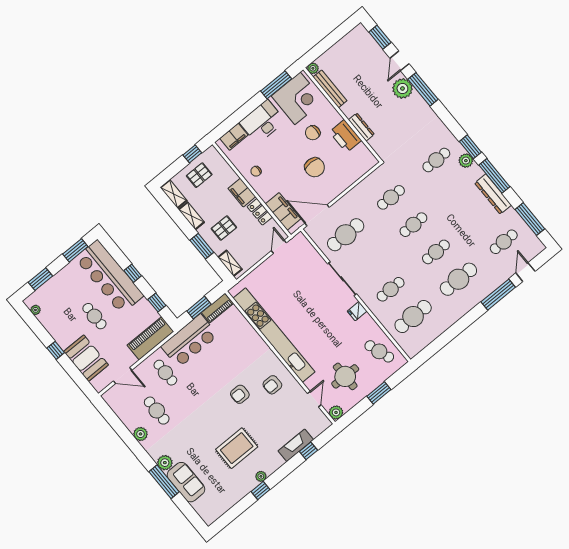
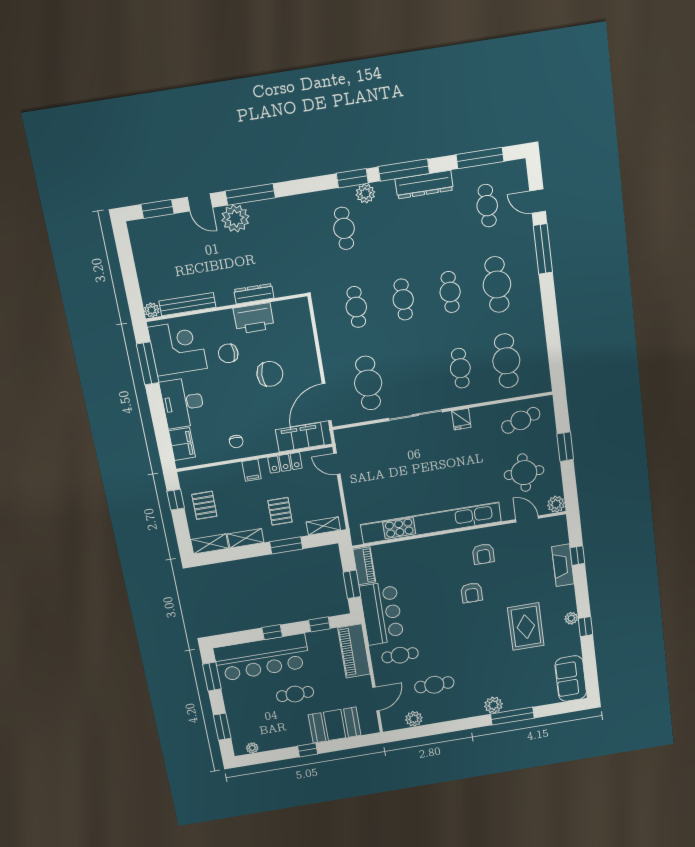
chair: (313, 133) -> (228, 353), turned 90
filing cabinet: (242, 193) -> (252, 470), width x0.50
plant: (141, 434) -> (414, 719), moved
sofa: (186, 482) -> (571, 679), moved, turned -90

